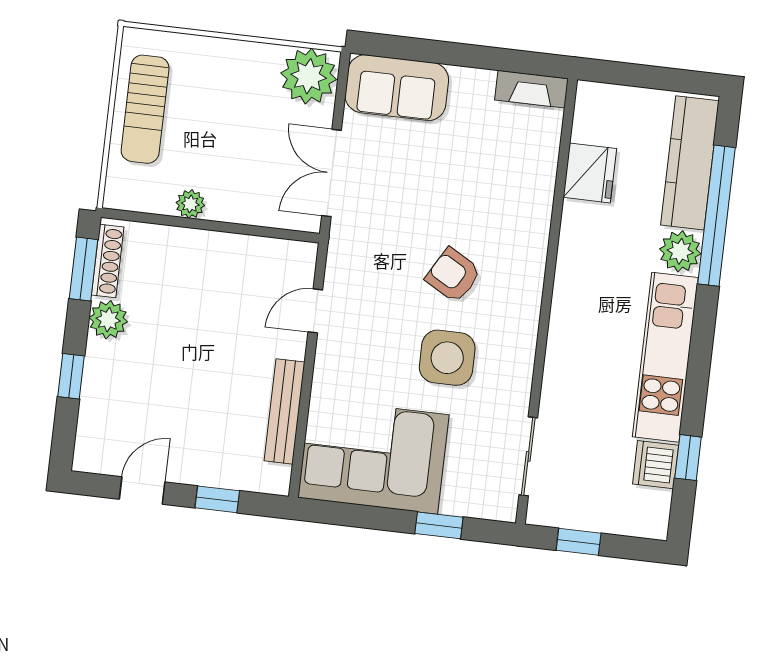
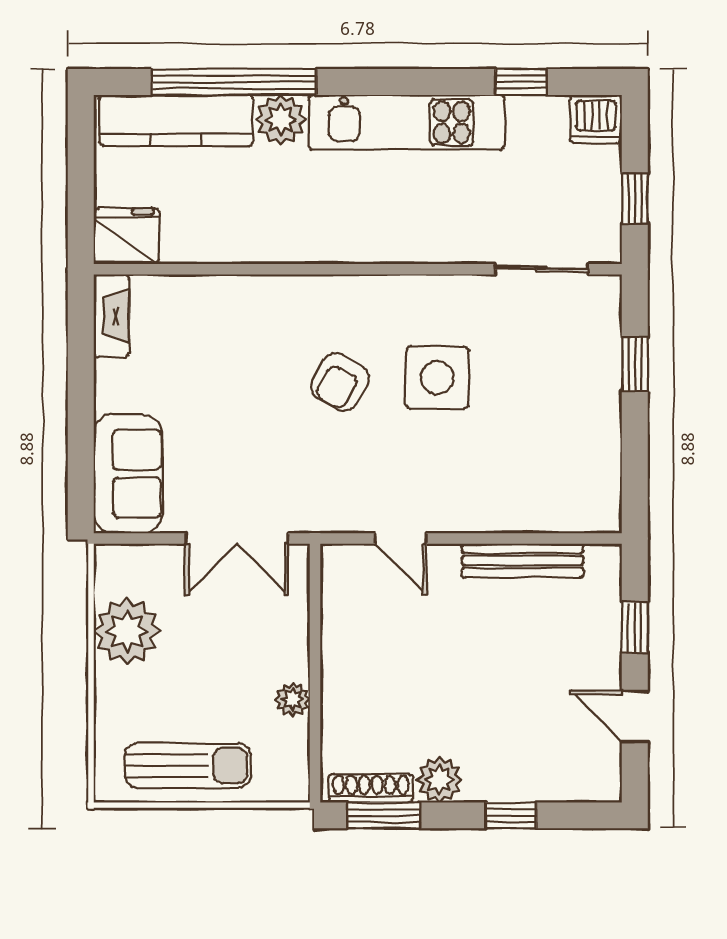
plant: (309, 76) -> (127, 631), moved
fridge: (590, 173) -> (126, 236), moved
corner sofa: (373, 456) -> (563, 450), removed
dishwasher: (656, 465) -> (596, 119), moved

